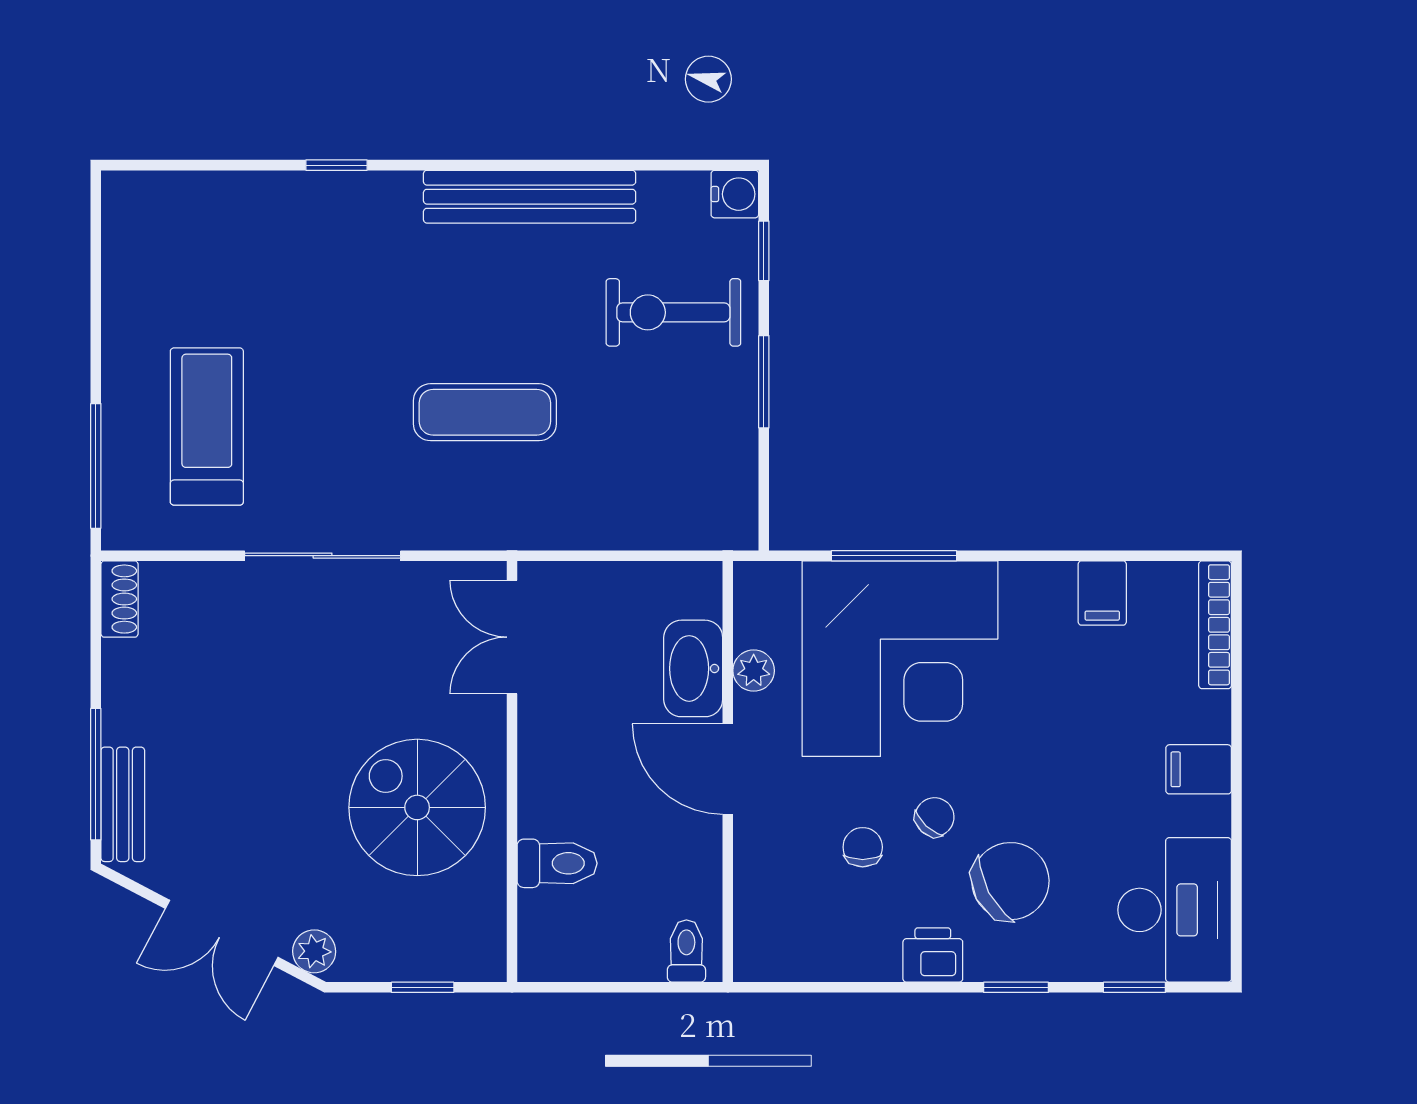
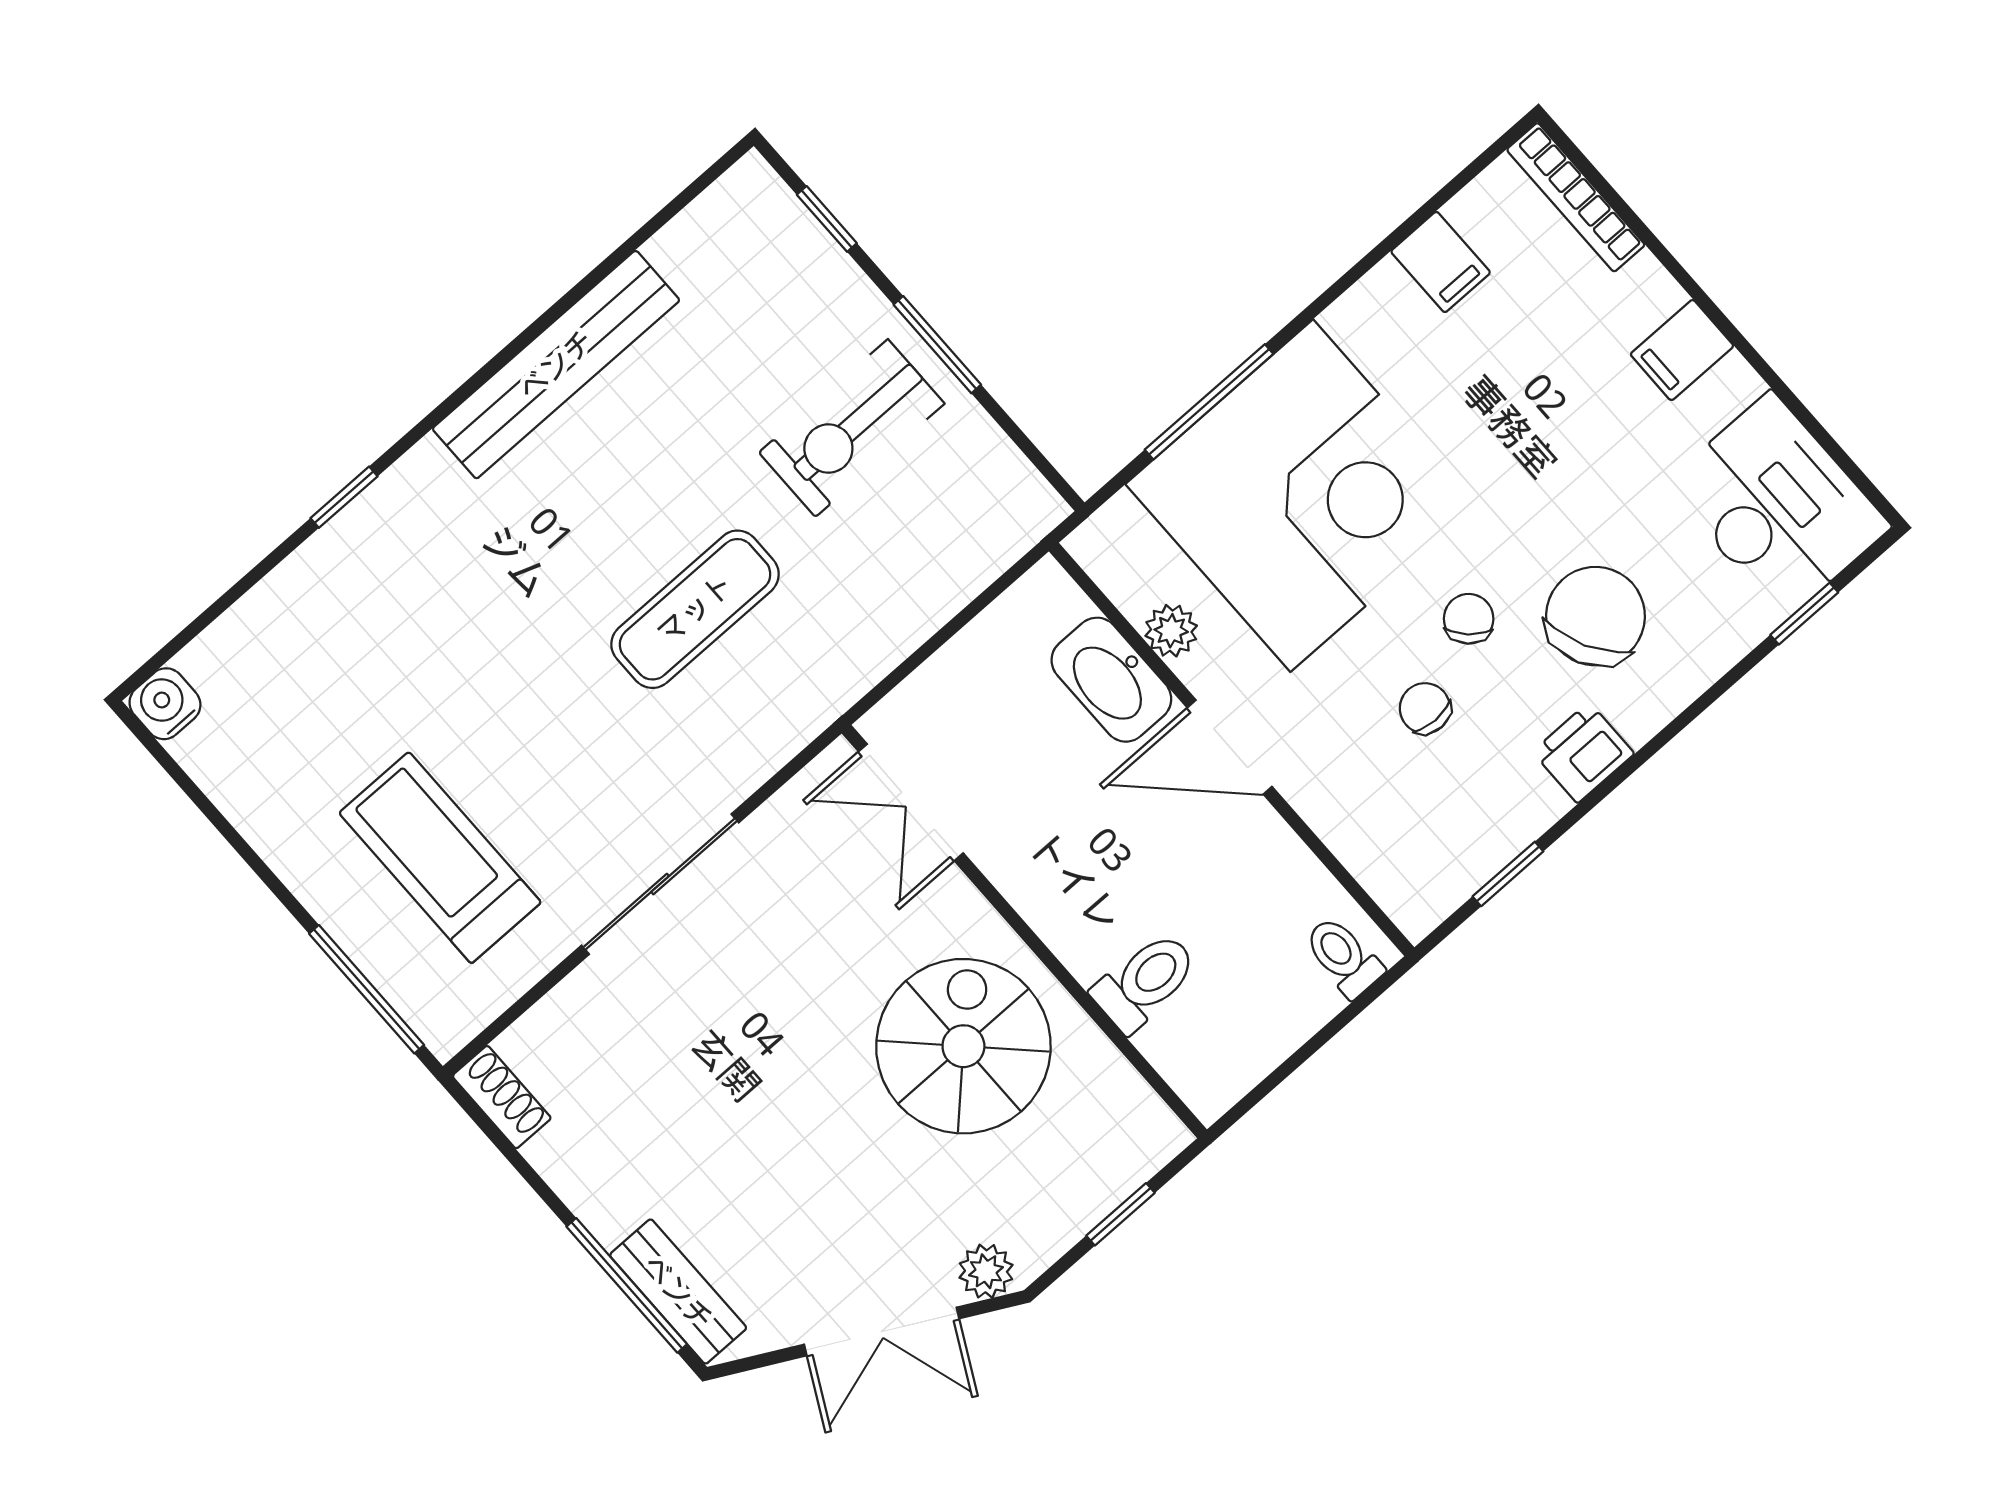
water cooler: (735, 194) -> (165, 704), moved, turned -90
exercise bike: (673, 312) -> (852, 428), moved
spiral stairs: (417, 807) -> (963, 1046), turned 90
window: (1016, 987) -> (1508, 874), moved

